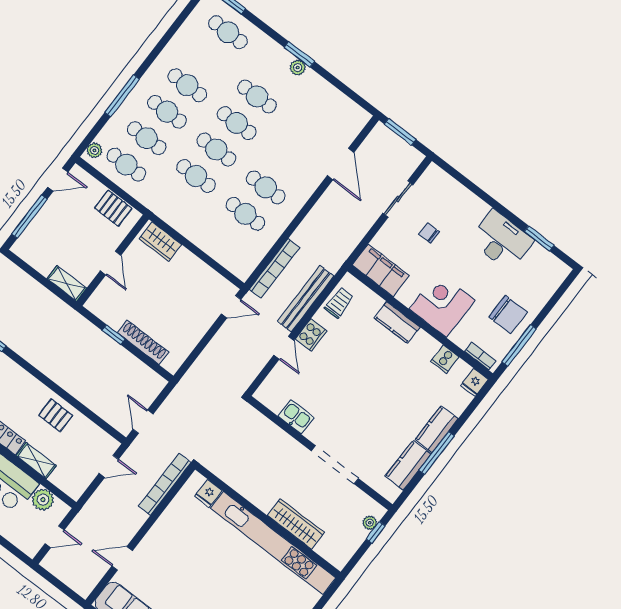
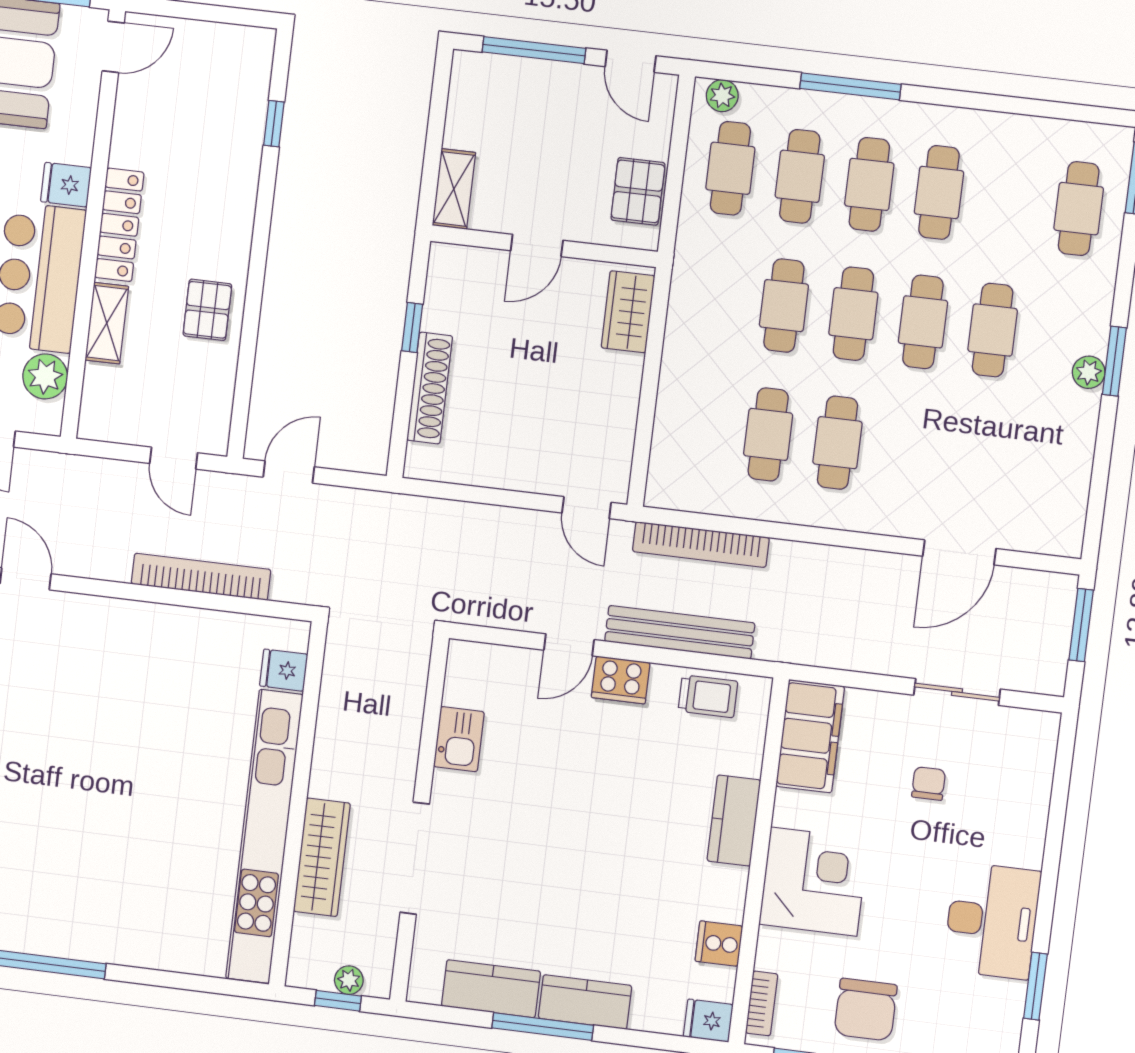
fridge: (208, 493) -> (284, 670), moved
wall: (268, 521) -> (298, 804), moved
wardrobe: (296, 524) -> (322, 857), moved
kitchen unit: (273, 543) -> (264, 837), moved

